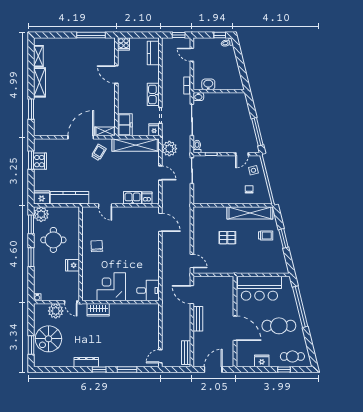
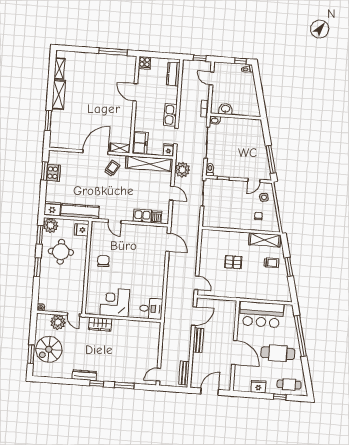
shelving: (250, 213) -> (265, 240), width x0.68
fridge: (72, 265) -> (81, 230), moved
door: (192, 295) -> (194, 316), swing flipped

